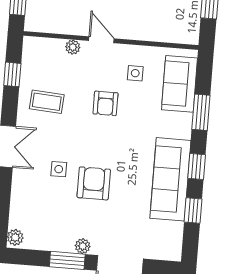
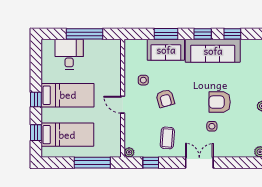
door: (101, 40) -> (123, 105), hinge flipped
plant: (73, 47) -> (129, 152), moved
sofa: (179, 84) -> (166, 50), moved
armchair: (105, 103) -> (165, 98), turned 74

